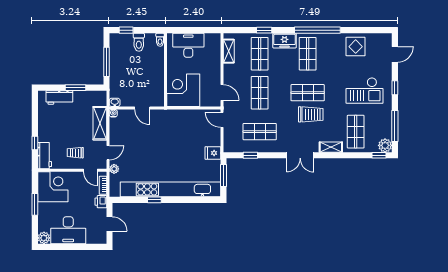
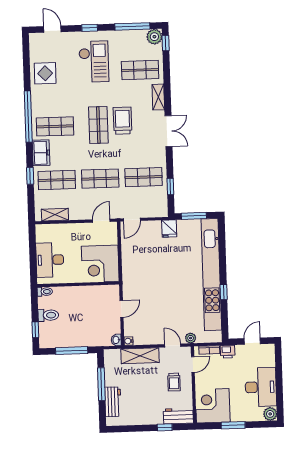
window: (76, 88) -> (101, 384), width x1.44
shop shelf: (260, 132) -> (144, 177), turned 90

